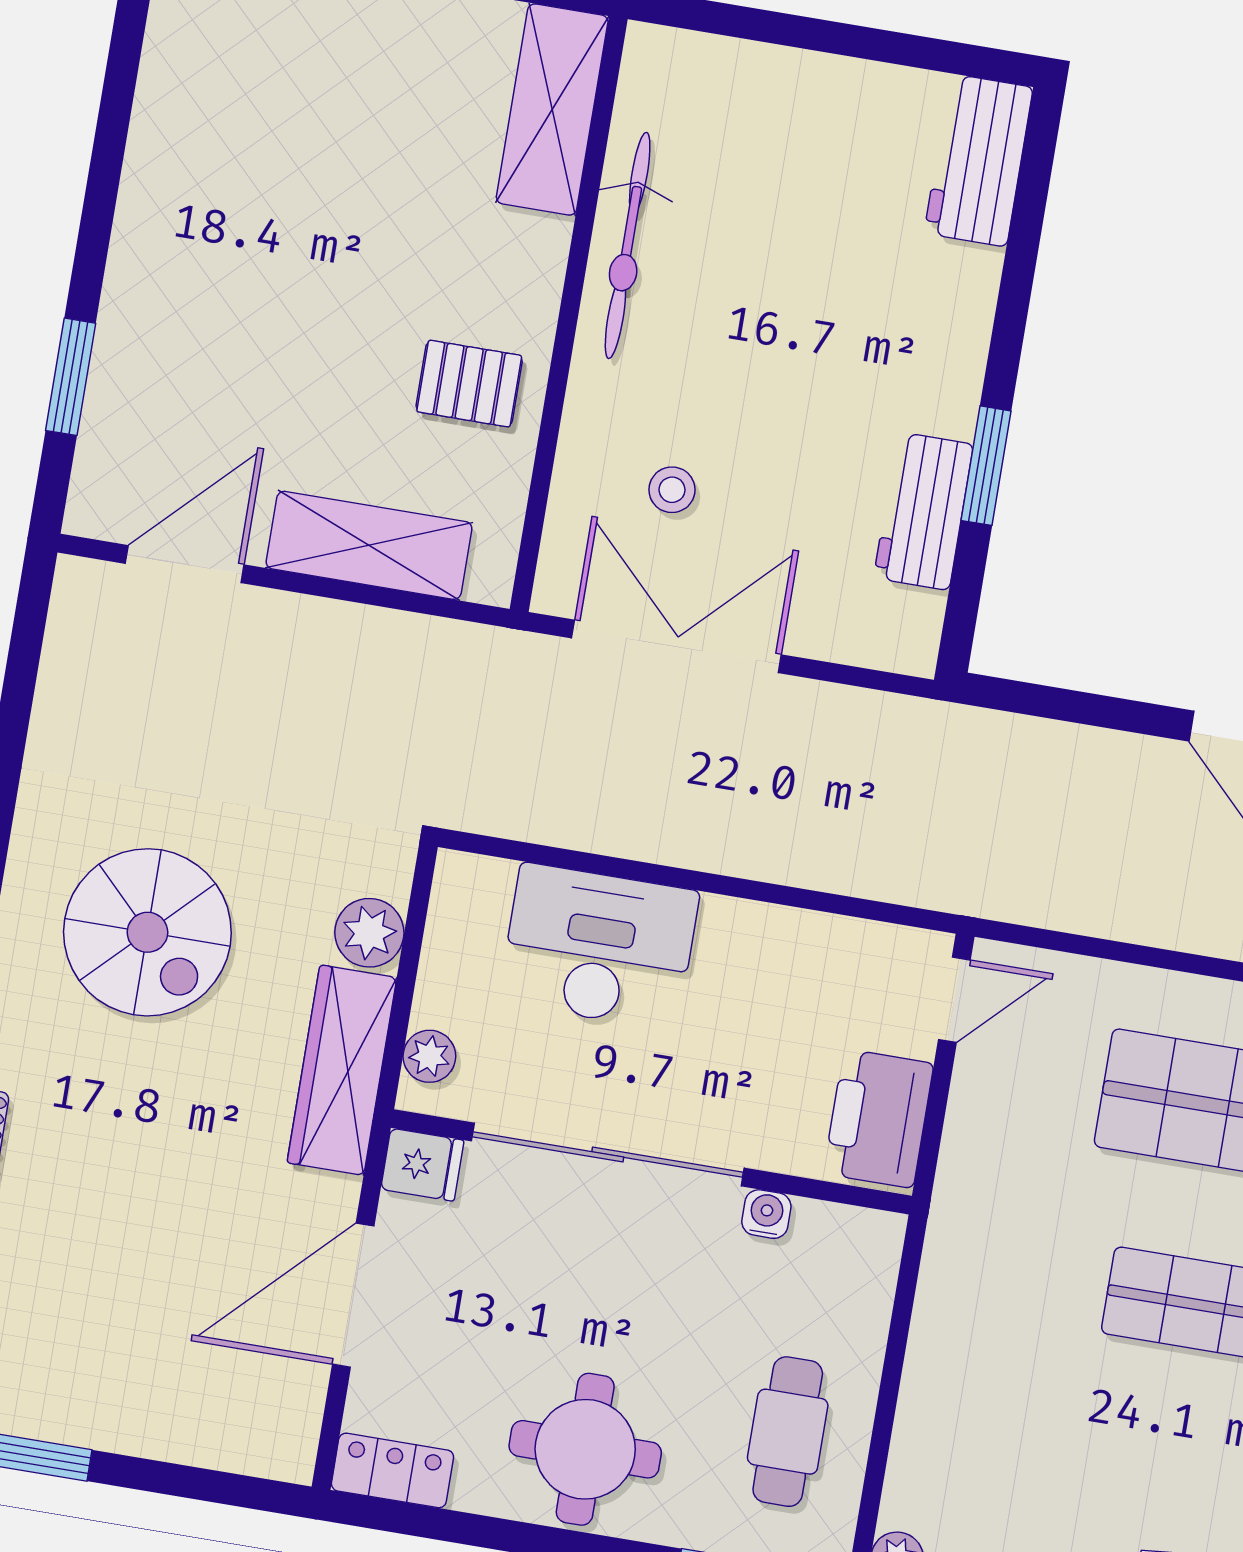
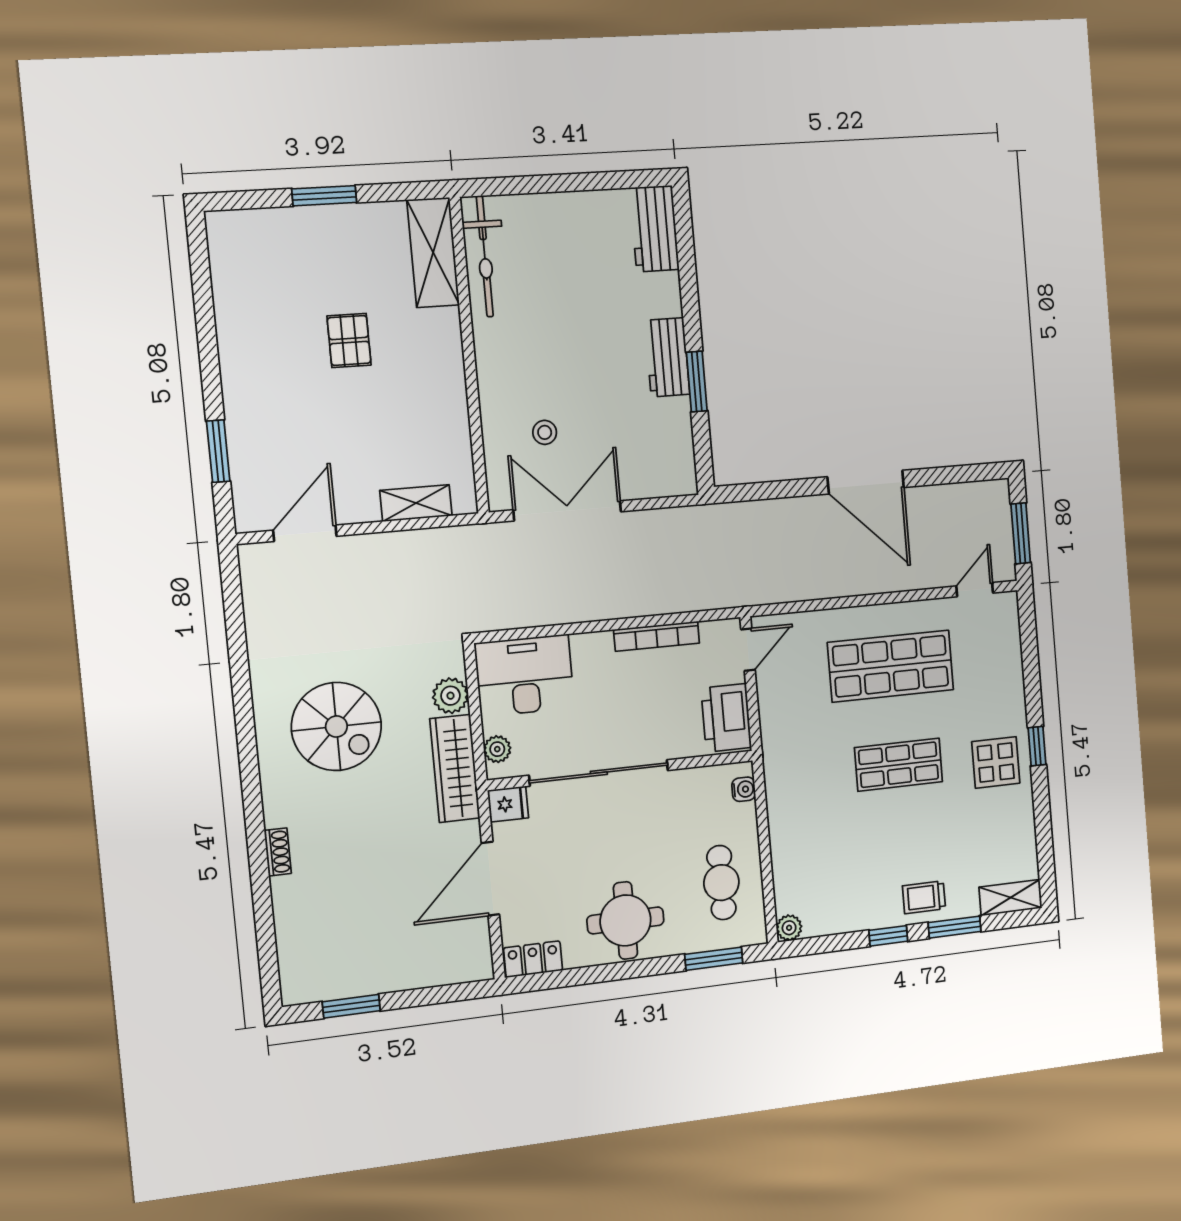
bicycle: (628, 245) -> (485, 256), moved
pallet: (469, 384) -> (349, 340), moved, turned 90
workbench: (923, 511) -> (667, 357), moved
shelving: (369, 545) -> (416, 503), width x0.67, depth x0.75
bookcase: (785, 927) -> (657, 636), added
desk: (599, 947) -> (524, 676), moved
water cooler: (766, 1214) -> (744, 789), moved, turned 90

